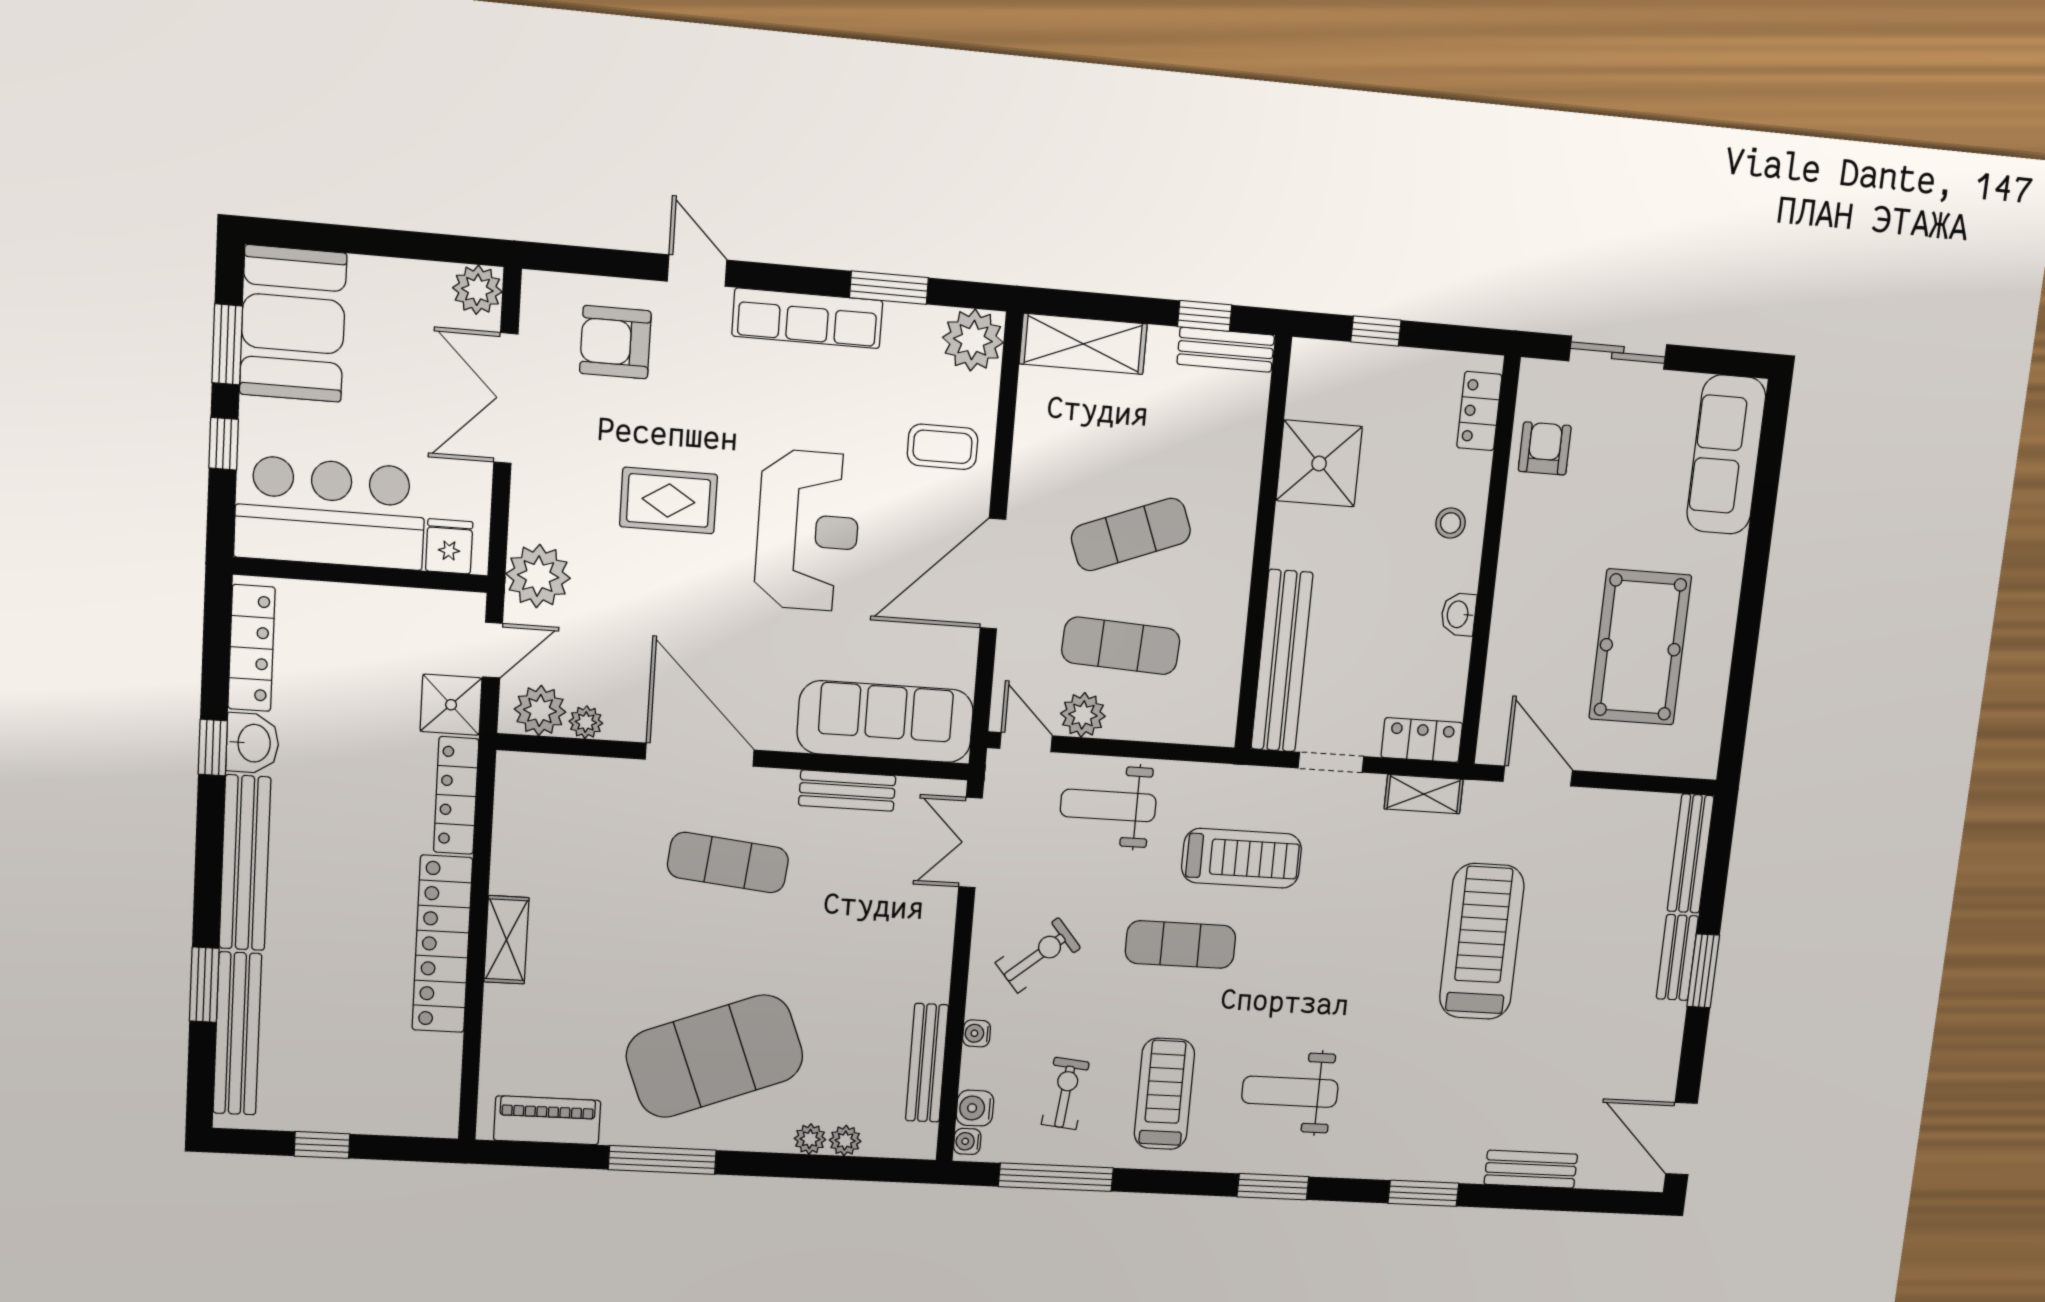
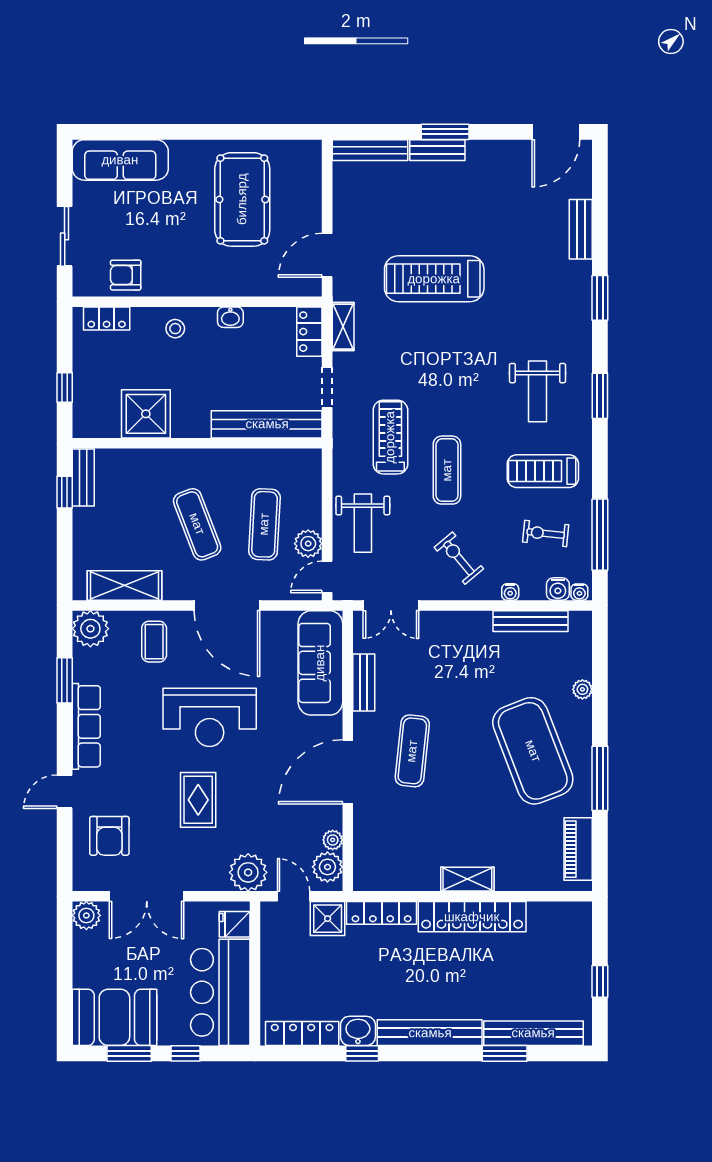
shelving: (1083, 344) -> (125, 585), moved, turned 90
reception desk: (808, 531) -> (210, 717), turned 180
pool table: (1640, 647) -> (242, 199), turned 90
plant: (845, 1141) -> (582, 668), removed

